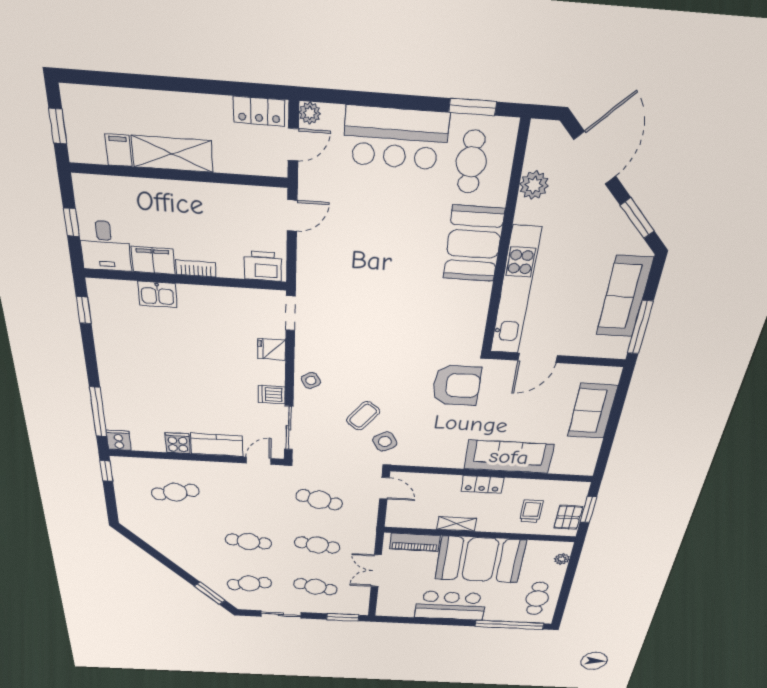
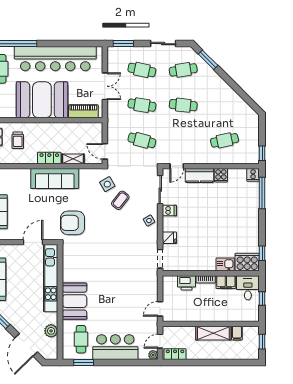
printer: (263, 266) -> (187, 283), moved
cooker: (112, 296) -> (247, 262), added
sofa: (509, 457) -> (55, 179), moved
shelving: (457, 524) -> (73, 159), moved
bar counter: (450, 606) -> (55, 59), width x1.86

